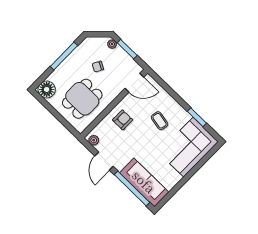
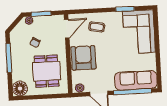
armchair: (123, 120) -> (83, 58), width x1.88, depth x1.88
coffee table: (160, 121) -> (97, 27), moved

